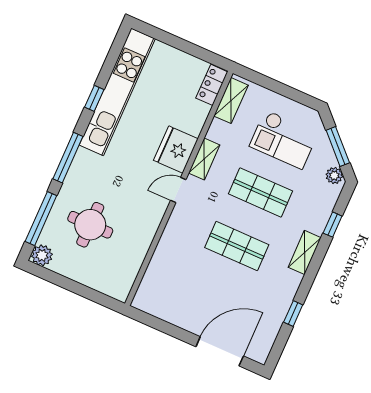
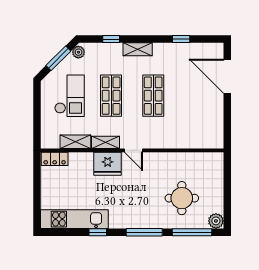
kitchen unit: (117, 92) -> (74, 219), width x0.73
shelving: (231, 101) -> (75, 142), moved

